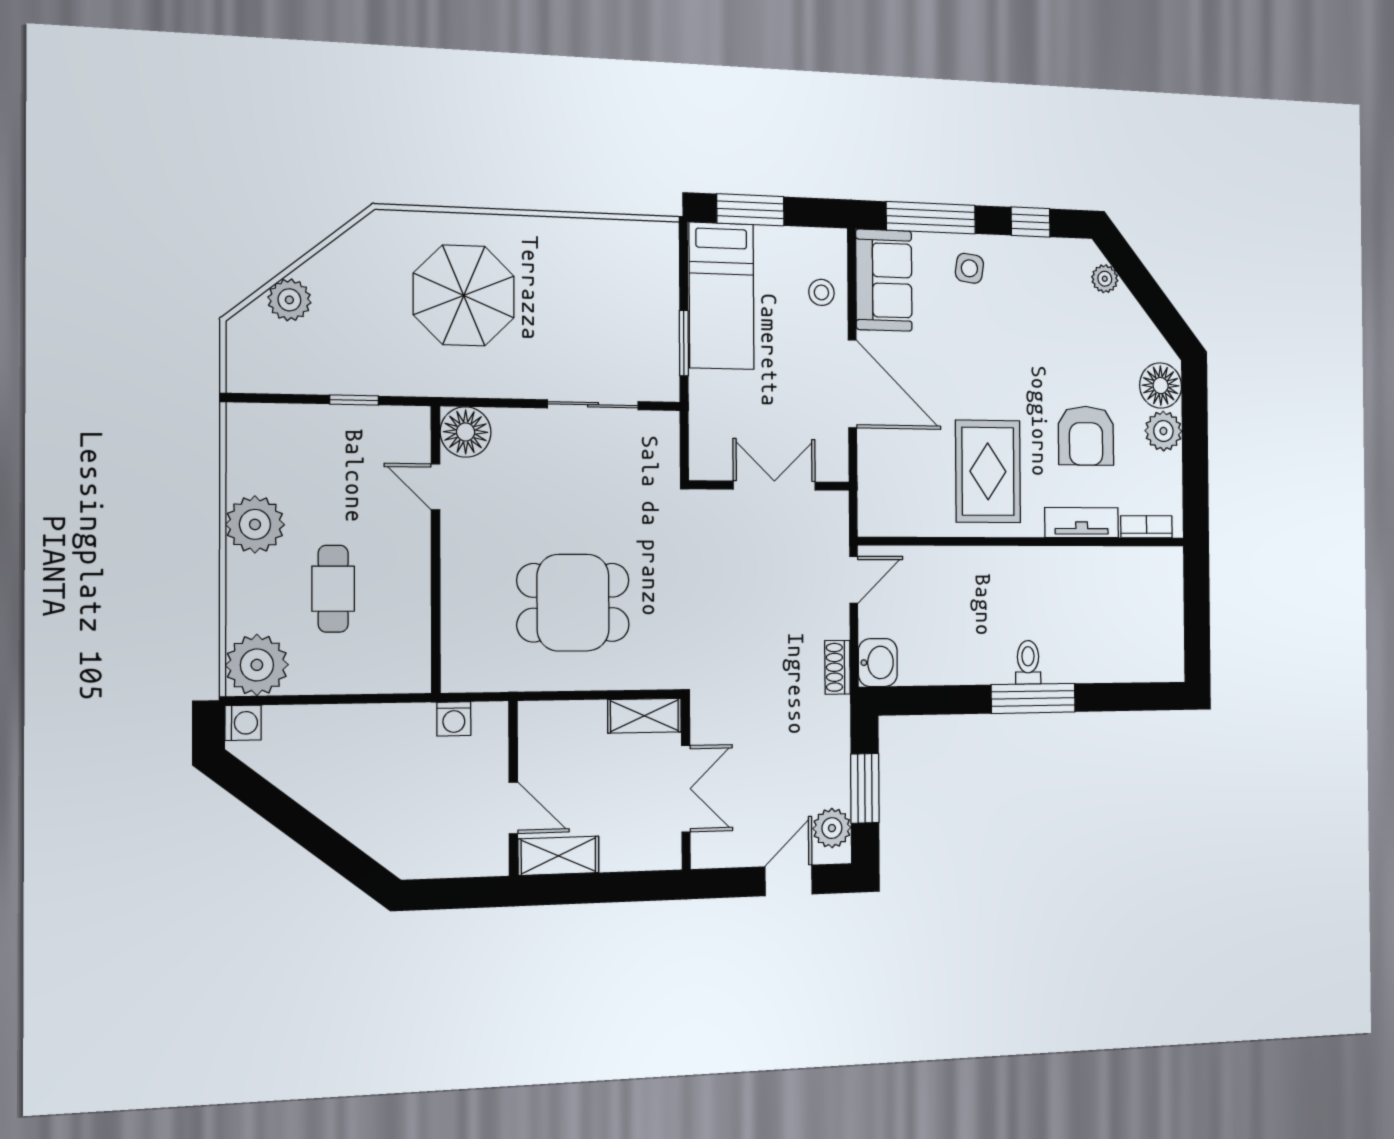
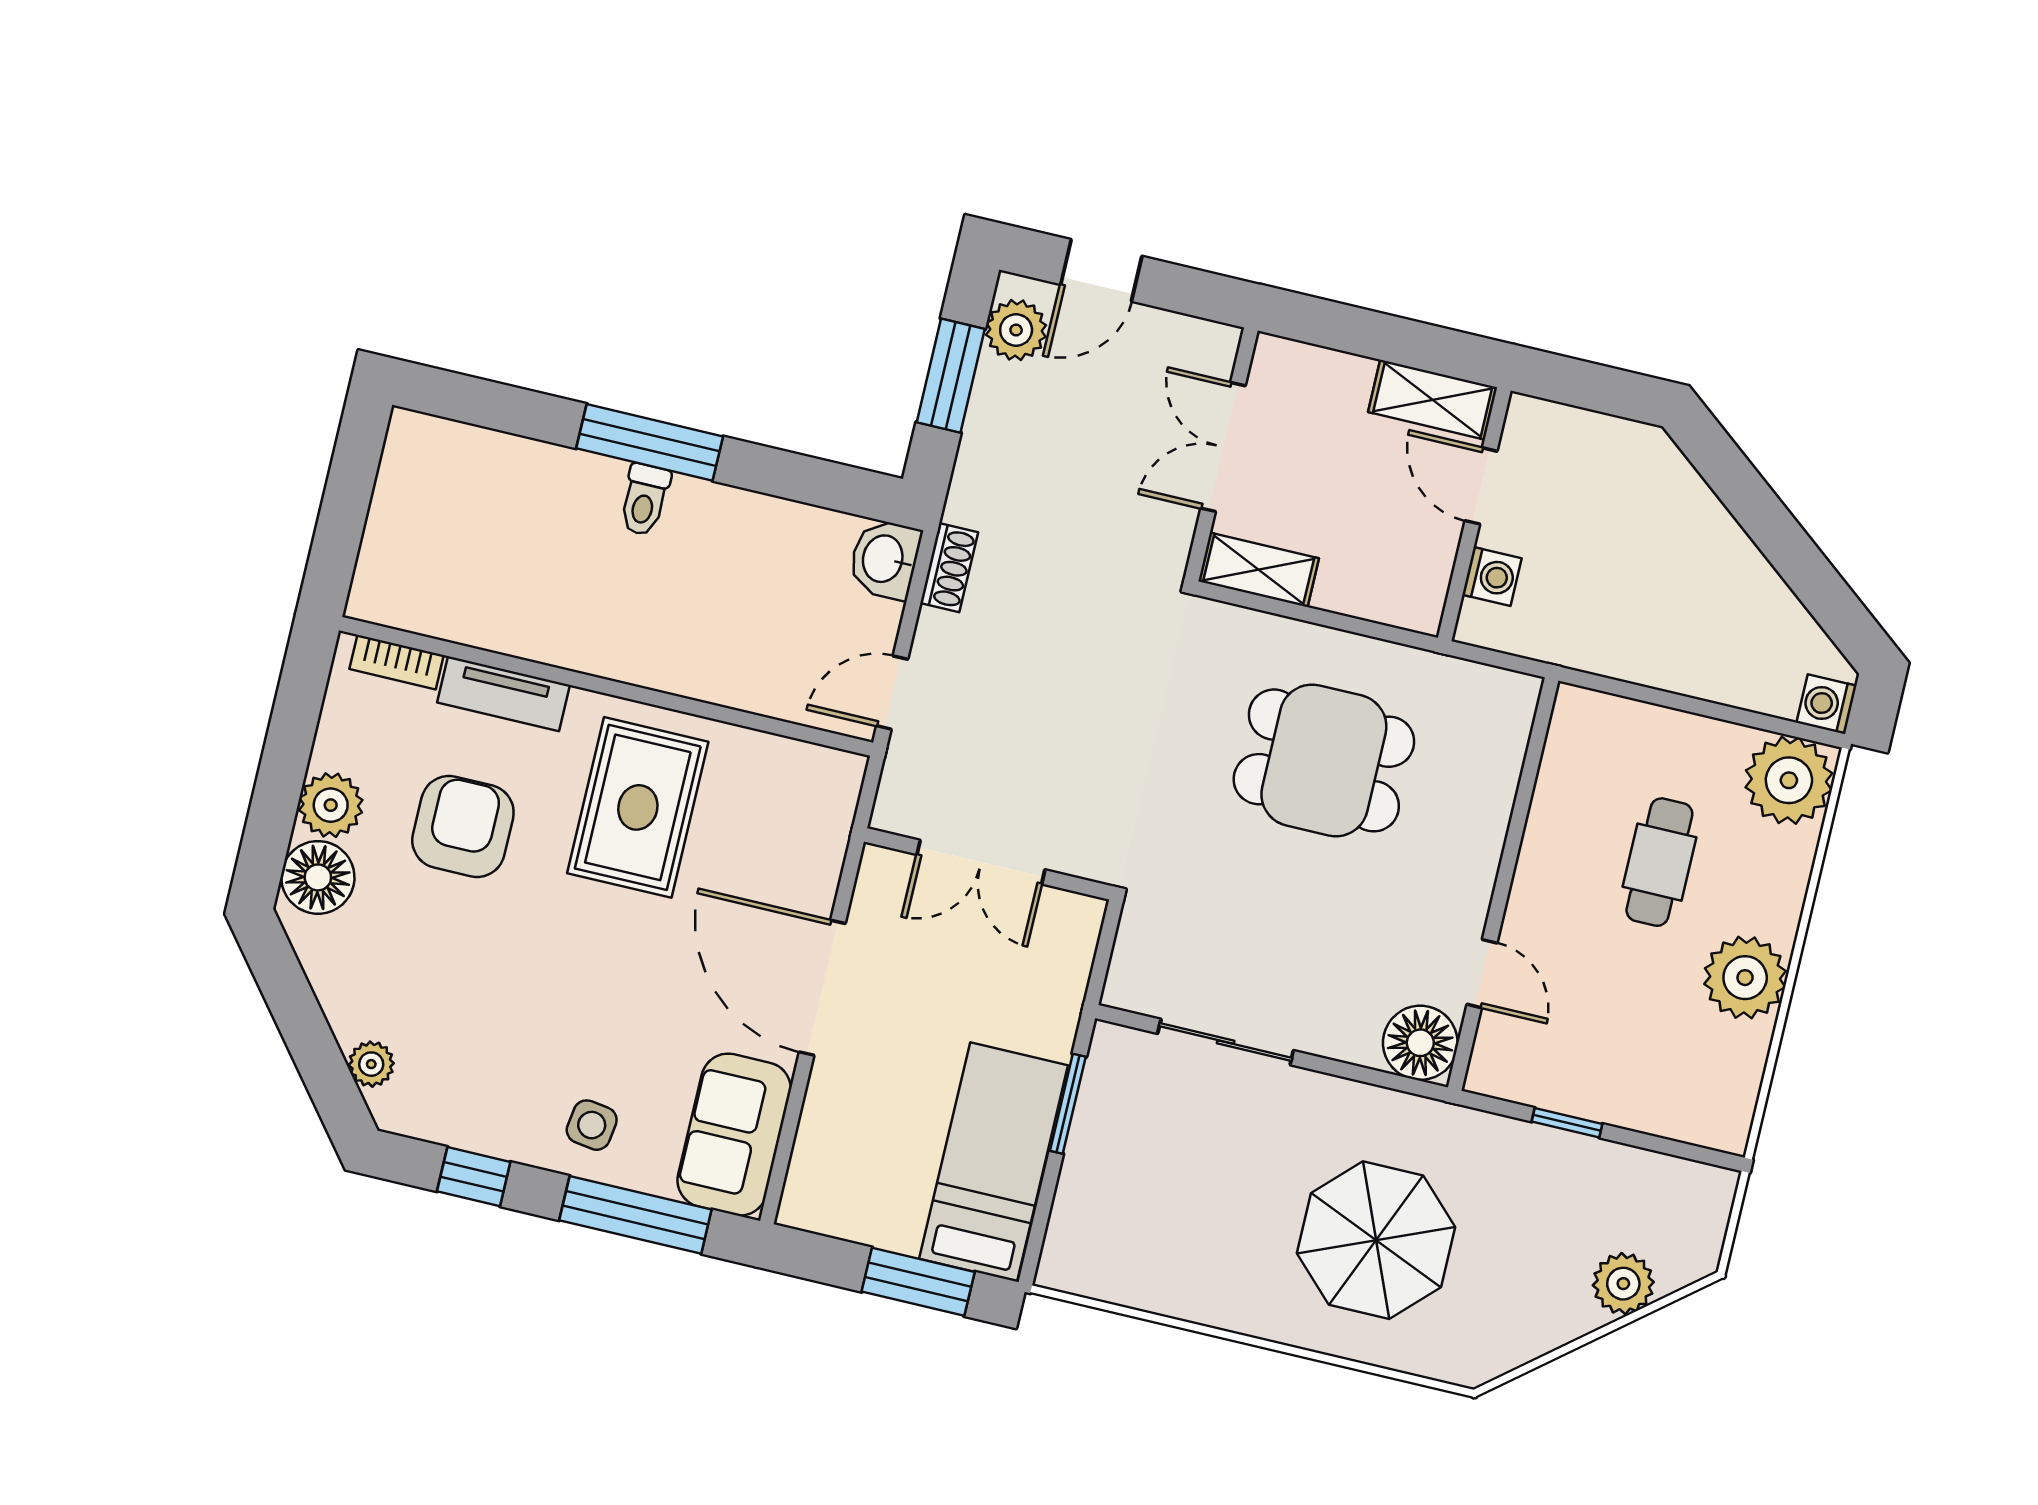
stool: (821, 292) -> (837, 1136), removed
washing machine: (454, 719) -> (1492, 576), moved, turned 90

